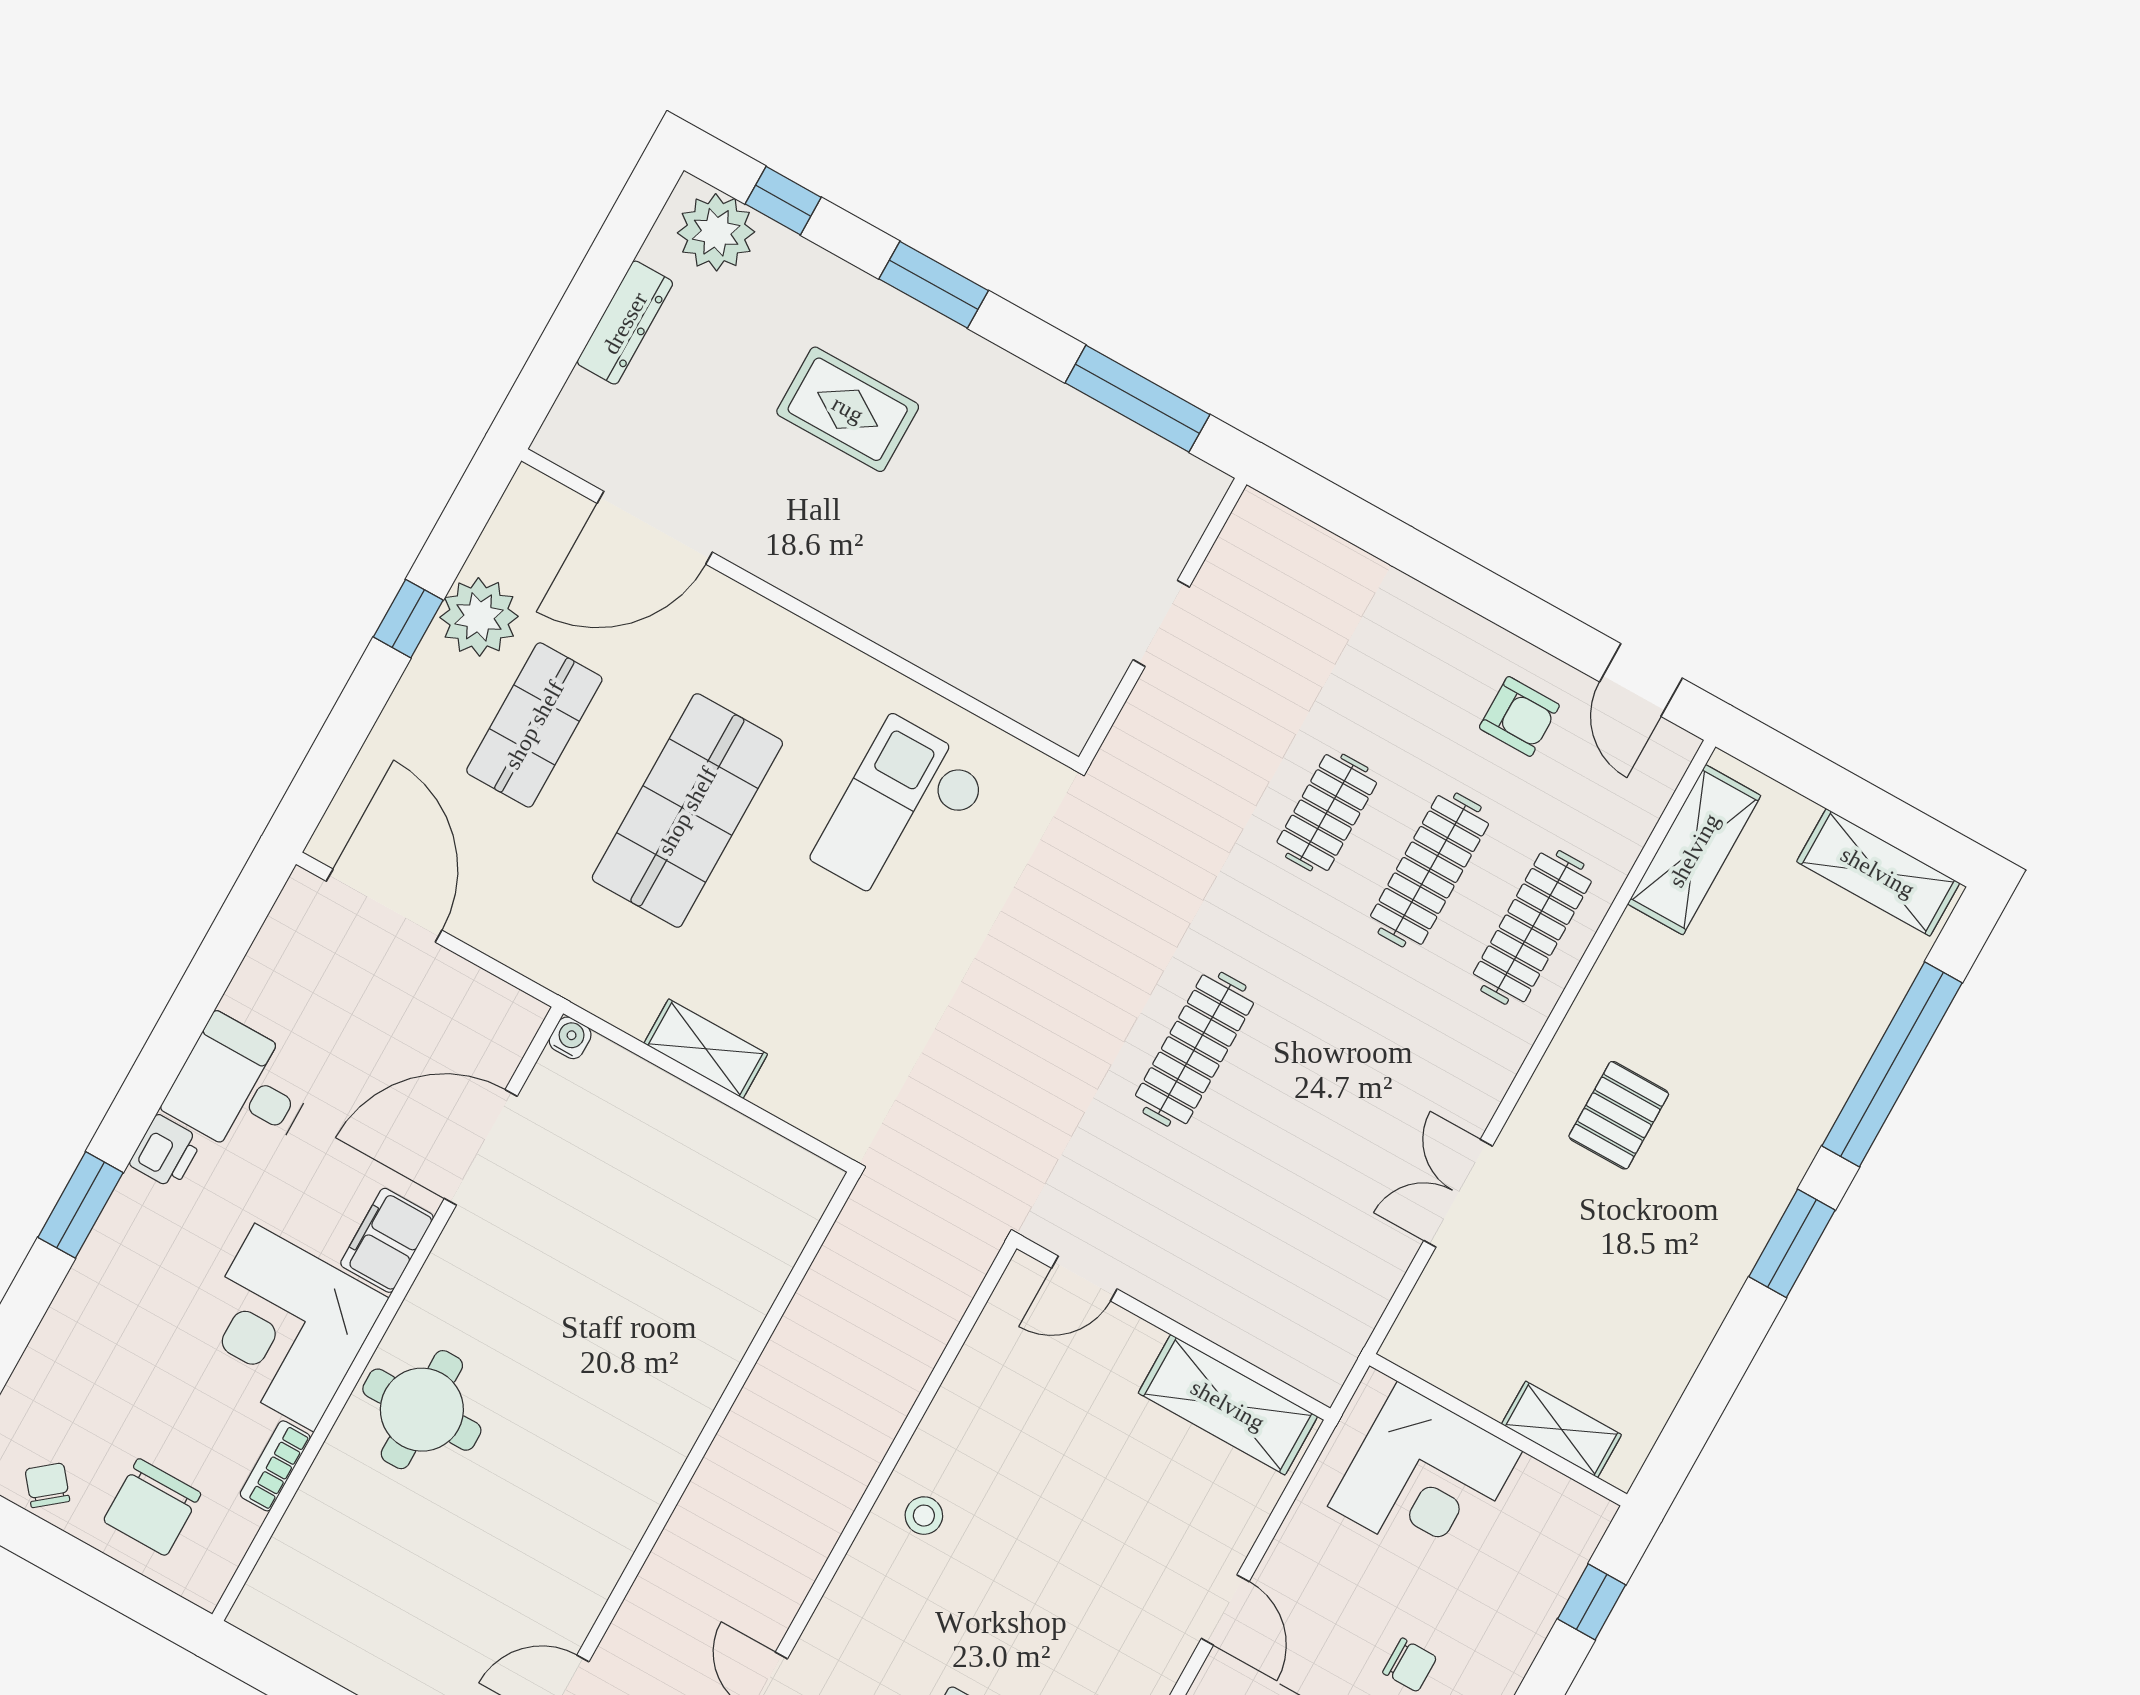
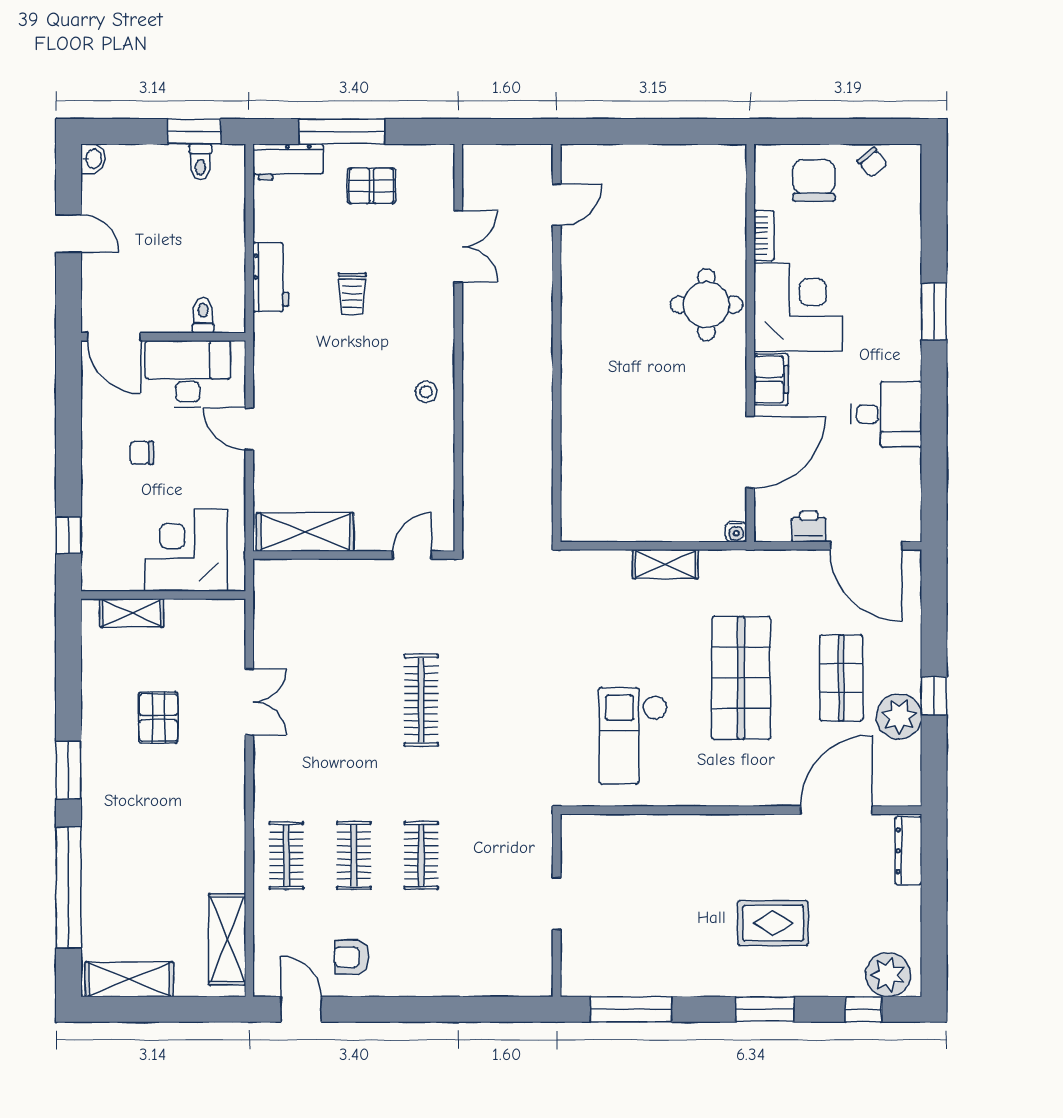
dresser: (625, 323) -> (908, 851), moved
checkout: (901, 814) -> (633, 736), turned 180
clothes rail: (1430, 870) -> (354, 855), width x0.73
clothes rail: (1532, 927) -> (286, 855), width x0.73
pallet: (1619, 1115) -> (158, 718), moved
printer: (166, 1152) -> (809, 527), moved, turned 90

